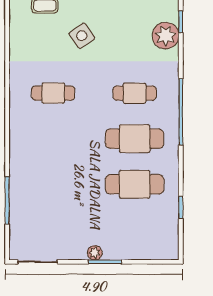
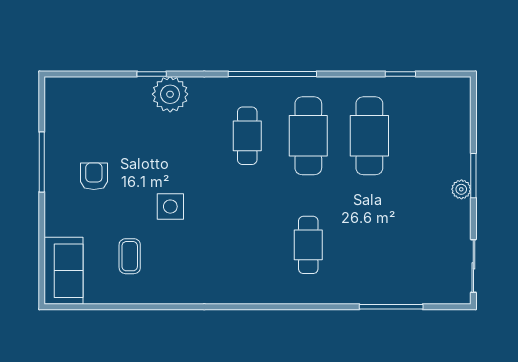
side table: (82, 36) -> (170, 207), turned 36
cafe table: (53, 93) -> (308, 245), moved

